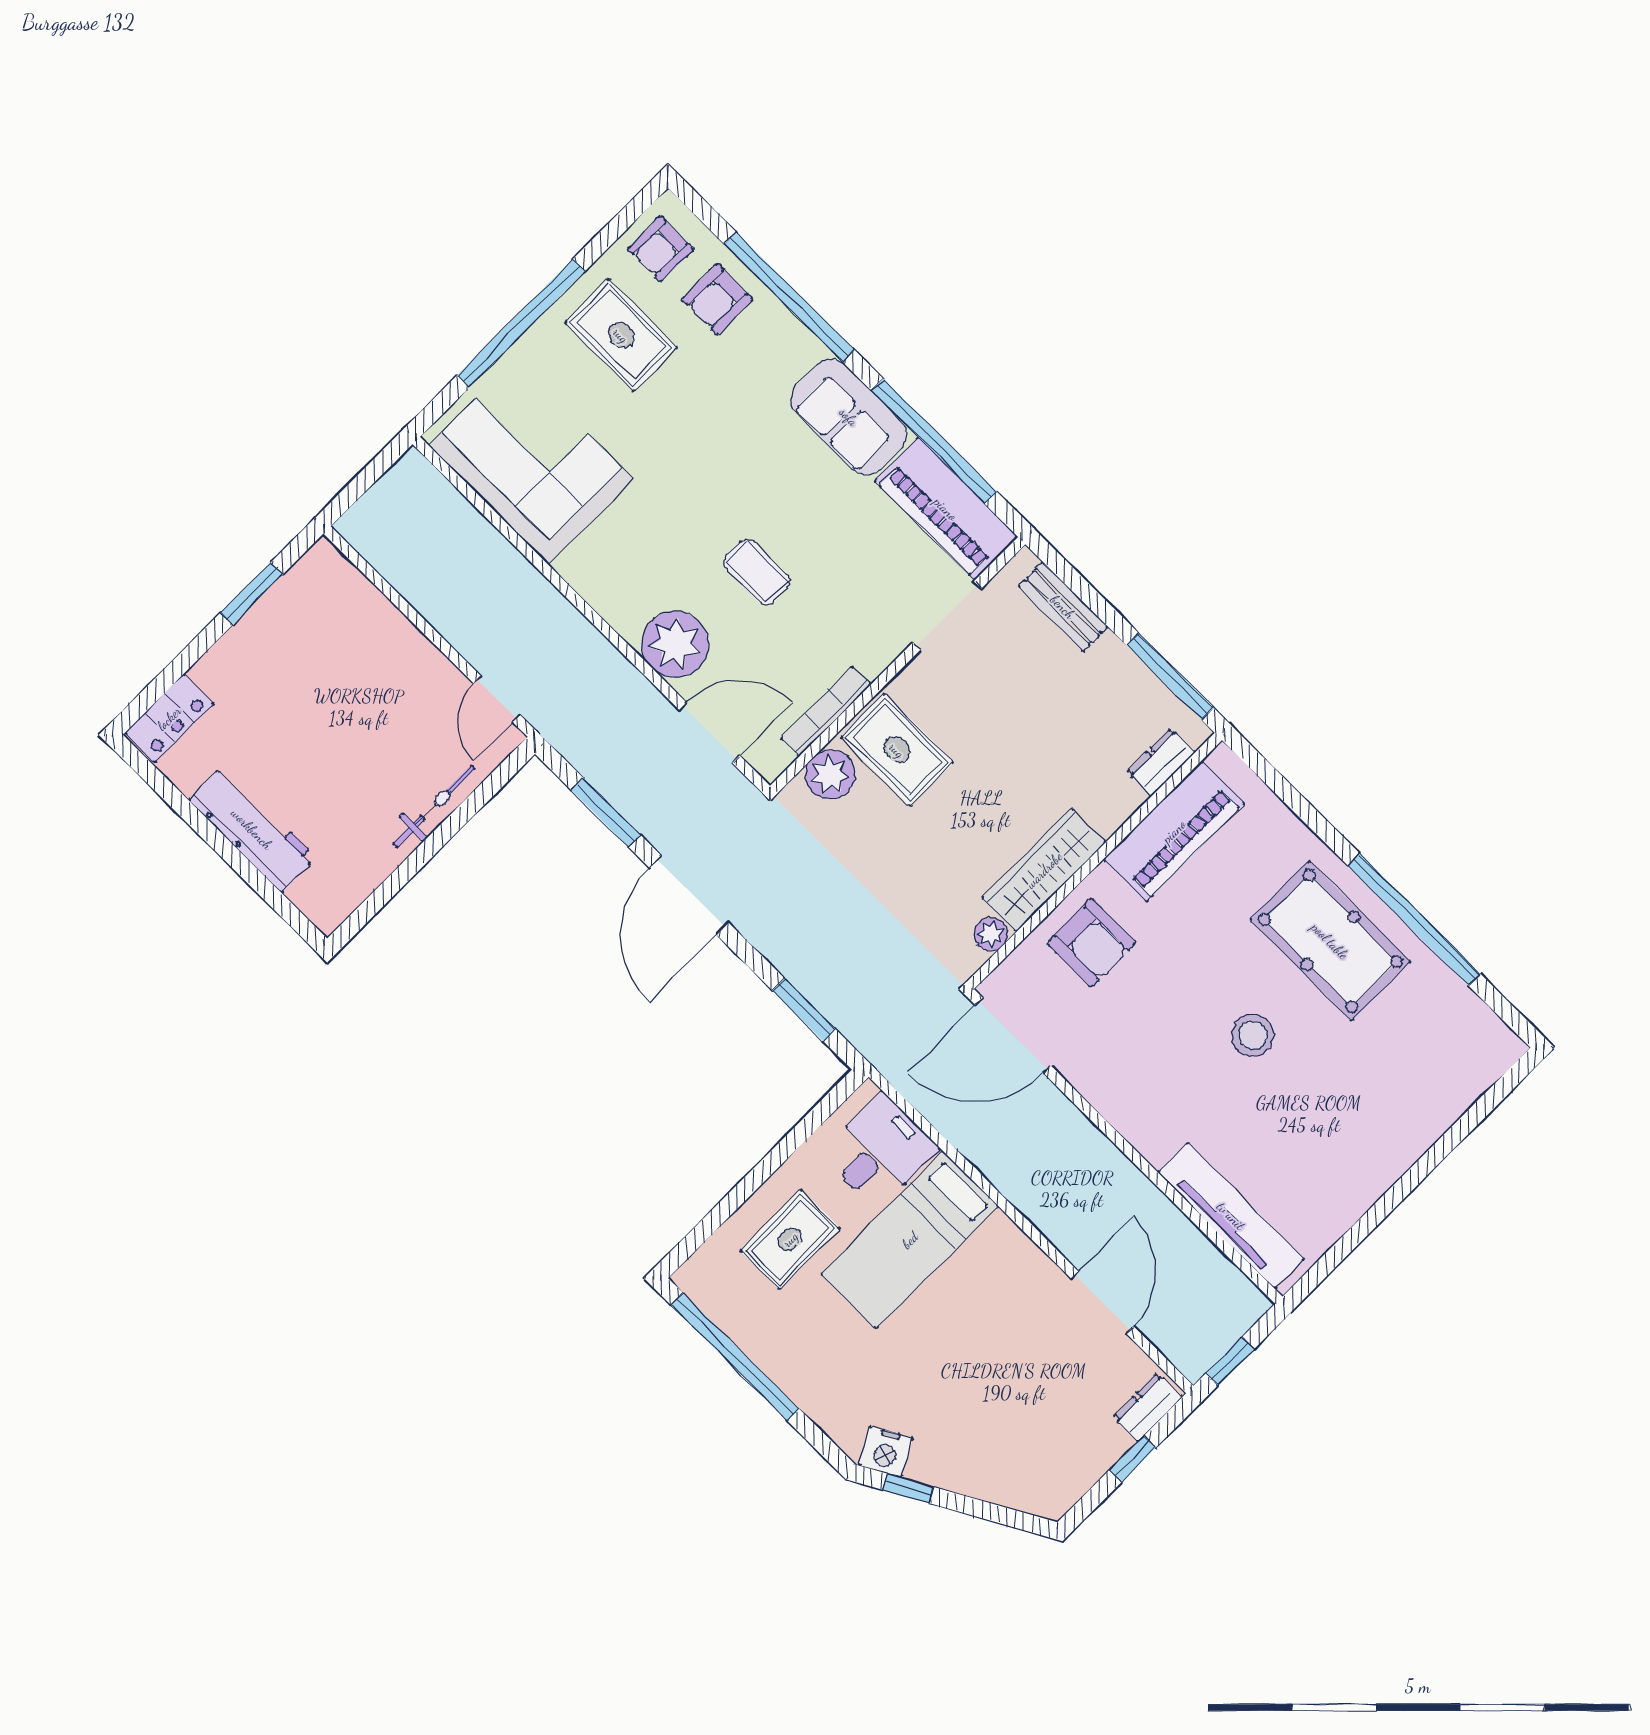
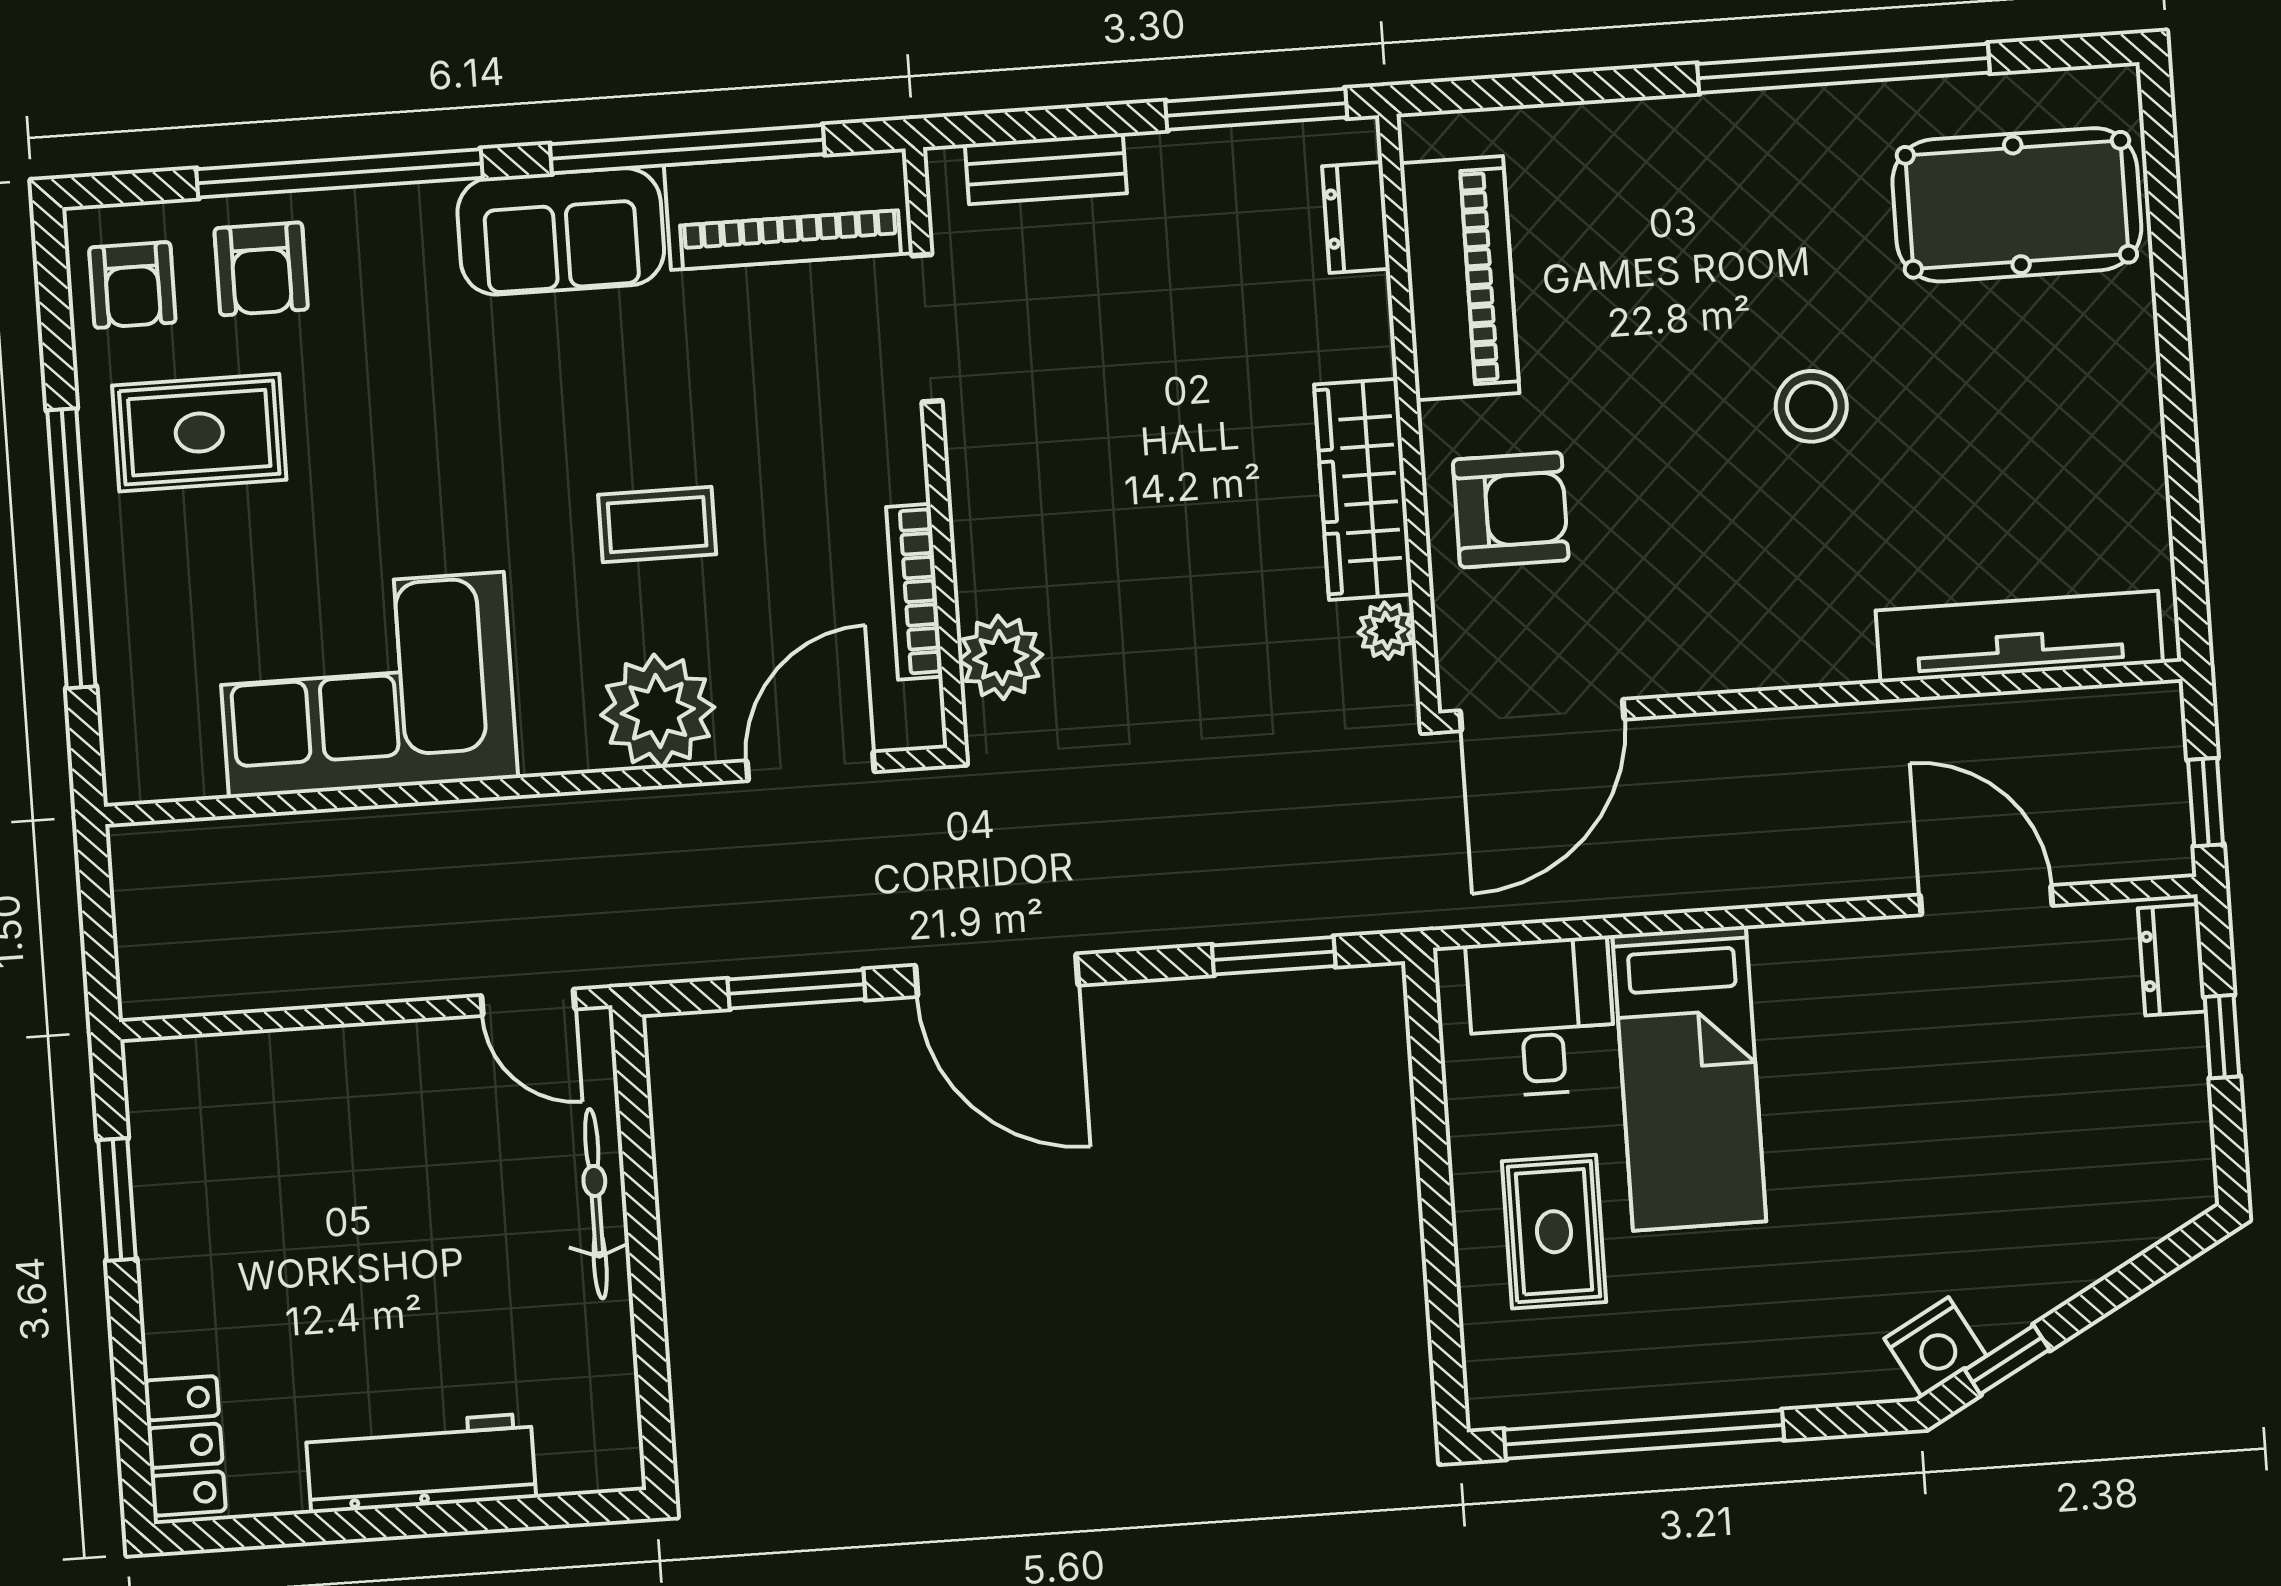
corner sofa: (531, 462) -> (366, 685), moved
rug: (897, 750) -> (1043, 543), removed
pool table: (1330, 941) -> (2017, 205), moved

